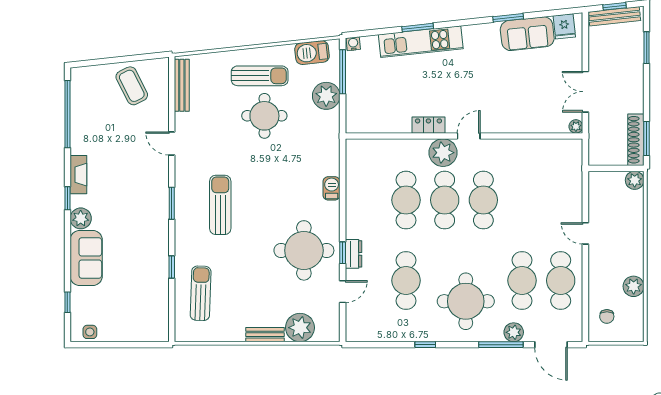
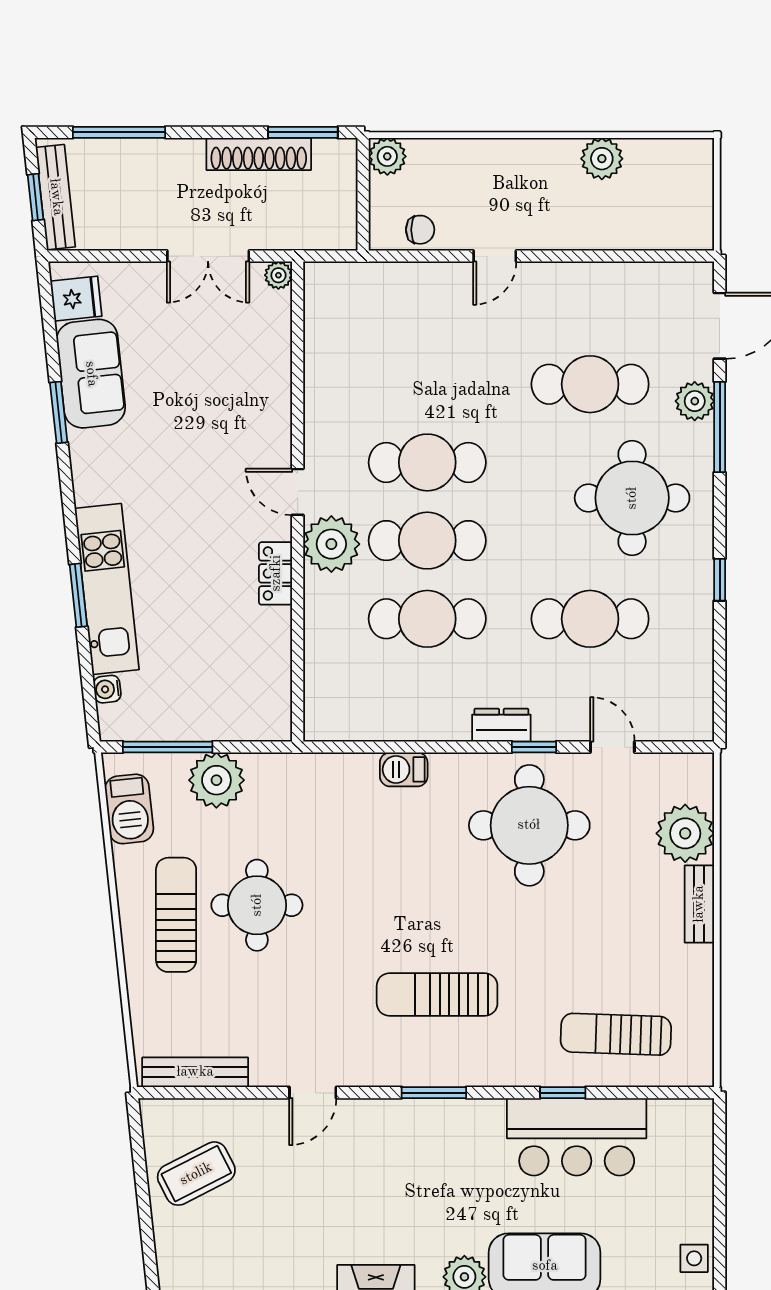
water cooler: (353, 44) -> (107, 689), moved
window: (647, 48) -> (119, 132), width x1.44
shoe rack: (636, 140) -> (259, 154), moved
dresser: (353, 254) -> (501, 725), moved
bar counter: (150, 274) -> (577, 1137), added
cafe table: (561, 280) -> (590, 306), removed
chair: (607, 316) -> (420, 230), moved

